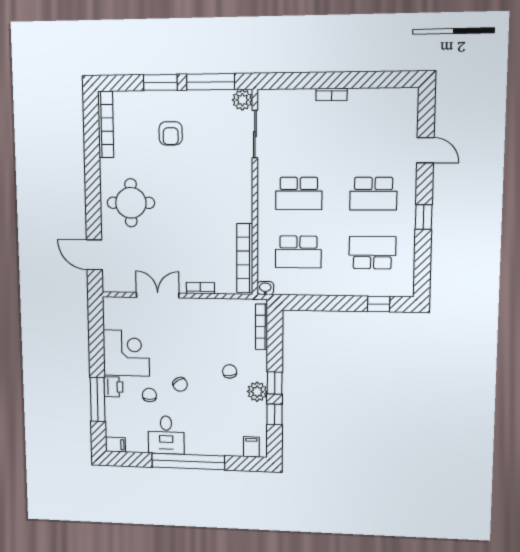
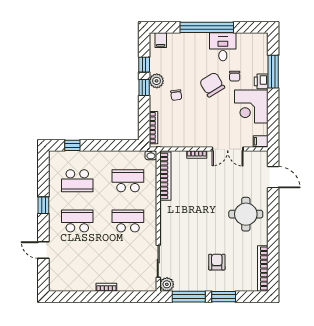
chair: (180, 384) -> (212, 85), width x1.87, depth x1.87
filing cabinet: (115, 445) -> (261, 141), moved

